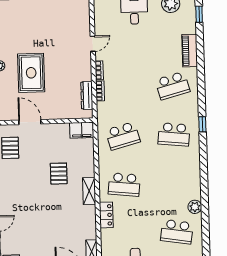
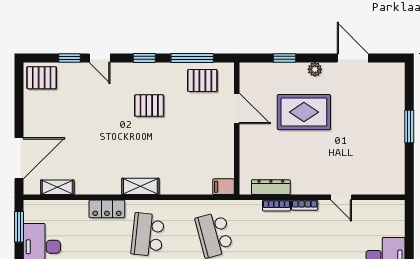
door: (30, 122) -> (237, 108), hinge flipped
filing cabinet: (82, 130) -> (224, 187), width x0.50
pallet: (59, 174) -> (149, 106), moved

